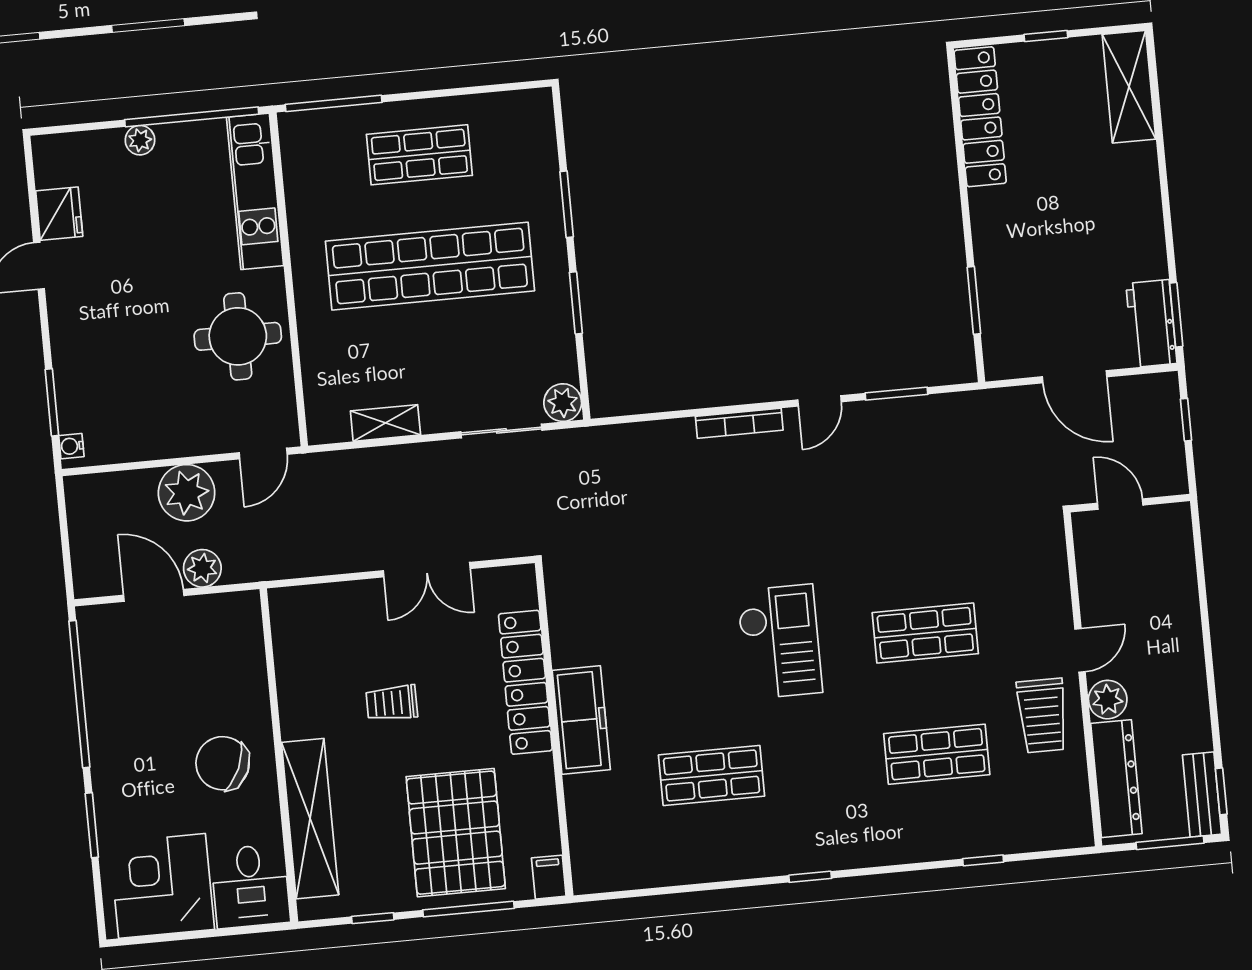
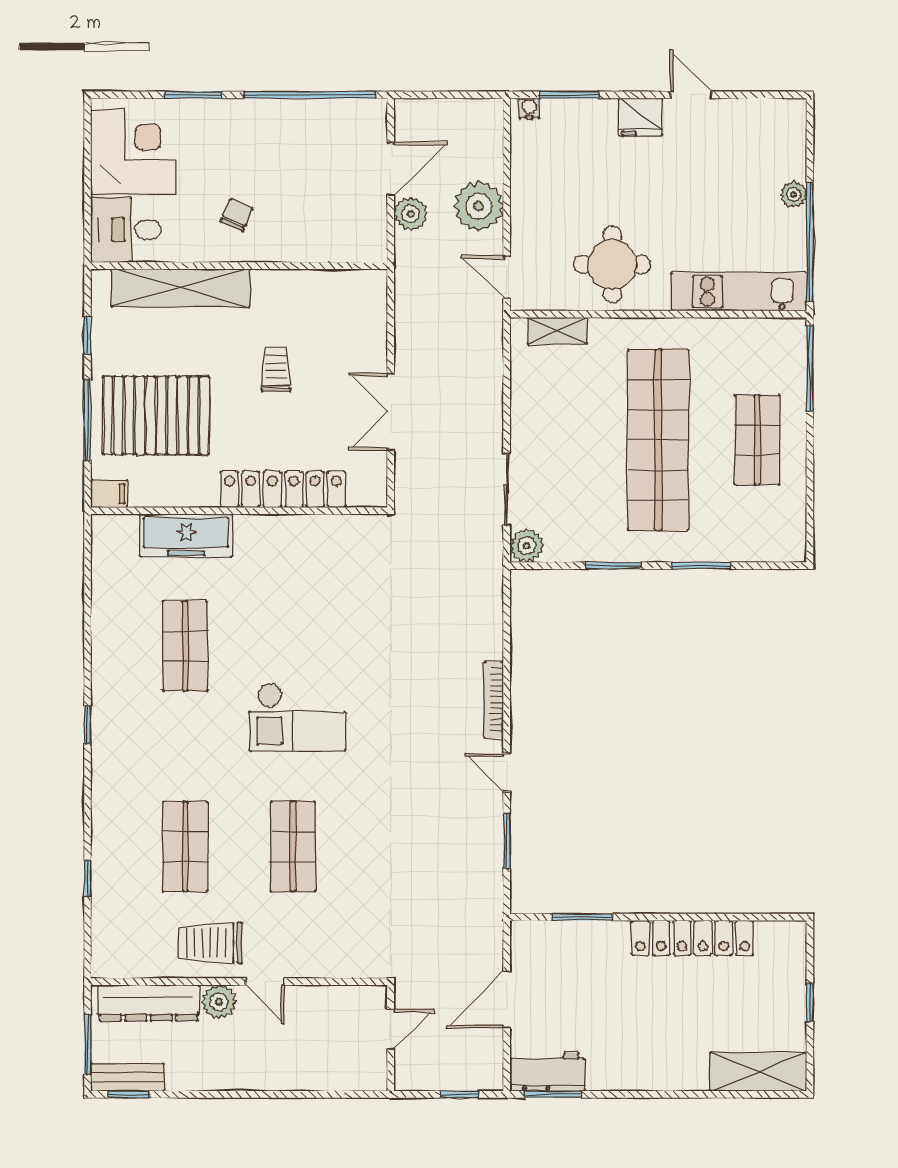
locker: (980, 117) -> (692, 938), moved
fridge: (59, 214) -> (641, 117), moved
shelving: (385, 423) -> (558, 331), moved, turned 90
freezer: (581, 720) -> (186, 536), moved
chair: (223, 763) -> (237, 215), width x0.54, depth x0.54

